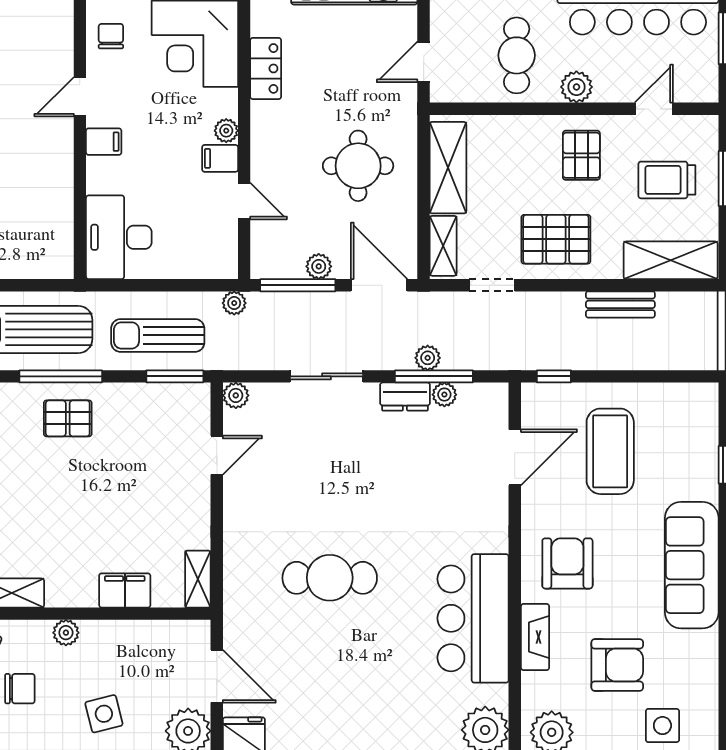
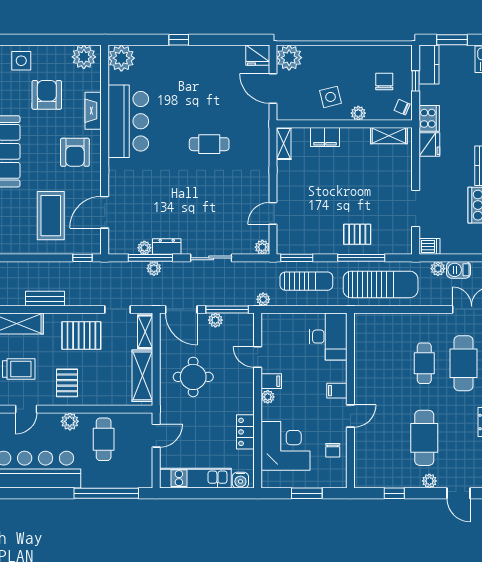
cafe table: (330, 578) -> (209, 144), width x0.73, depth x0.74
armchair: (617, 665) -> (47, 95), turned 90
chair: (20, 689) -> (384, 82), turned 90
side table: (104, 714) -> (330, 97), moved

